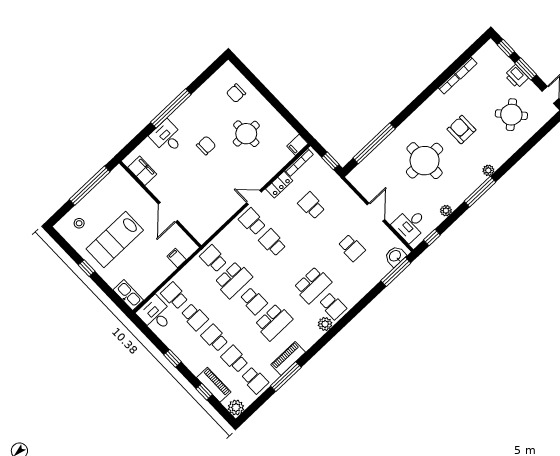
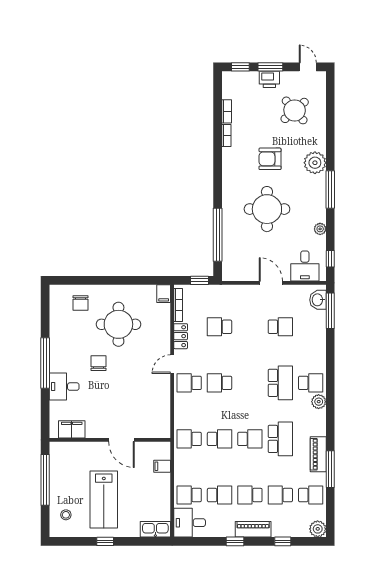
round table: (246, 134) -> (118, 324), width x1.36, depth x1.36
plant: (488, 170) -> (315, 163), width x1.87, depth x1.87
school desk: (233, 280) -> (220, 439), width x0.54
piano: (214, 385) -> (253, 529), moved

